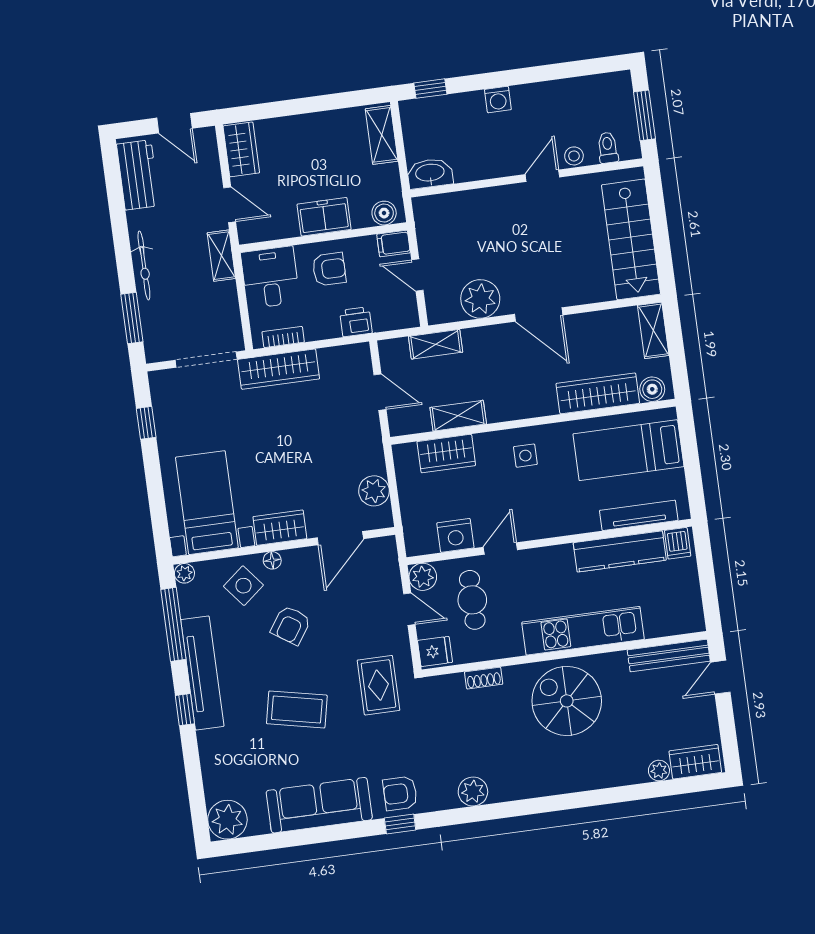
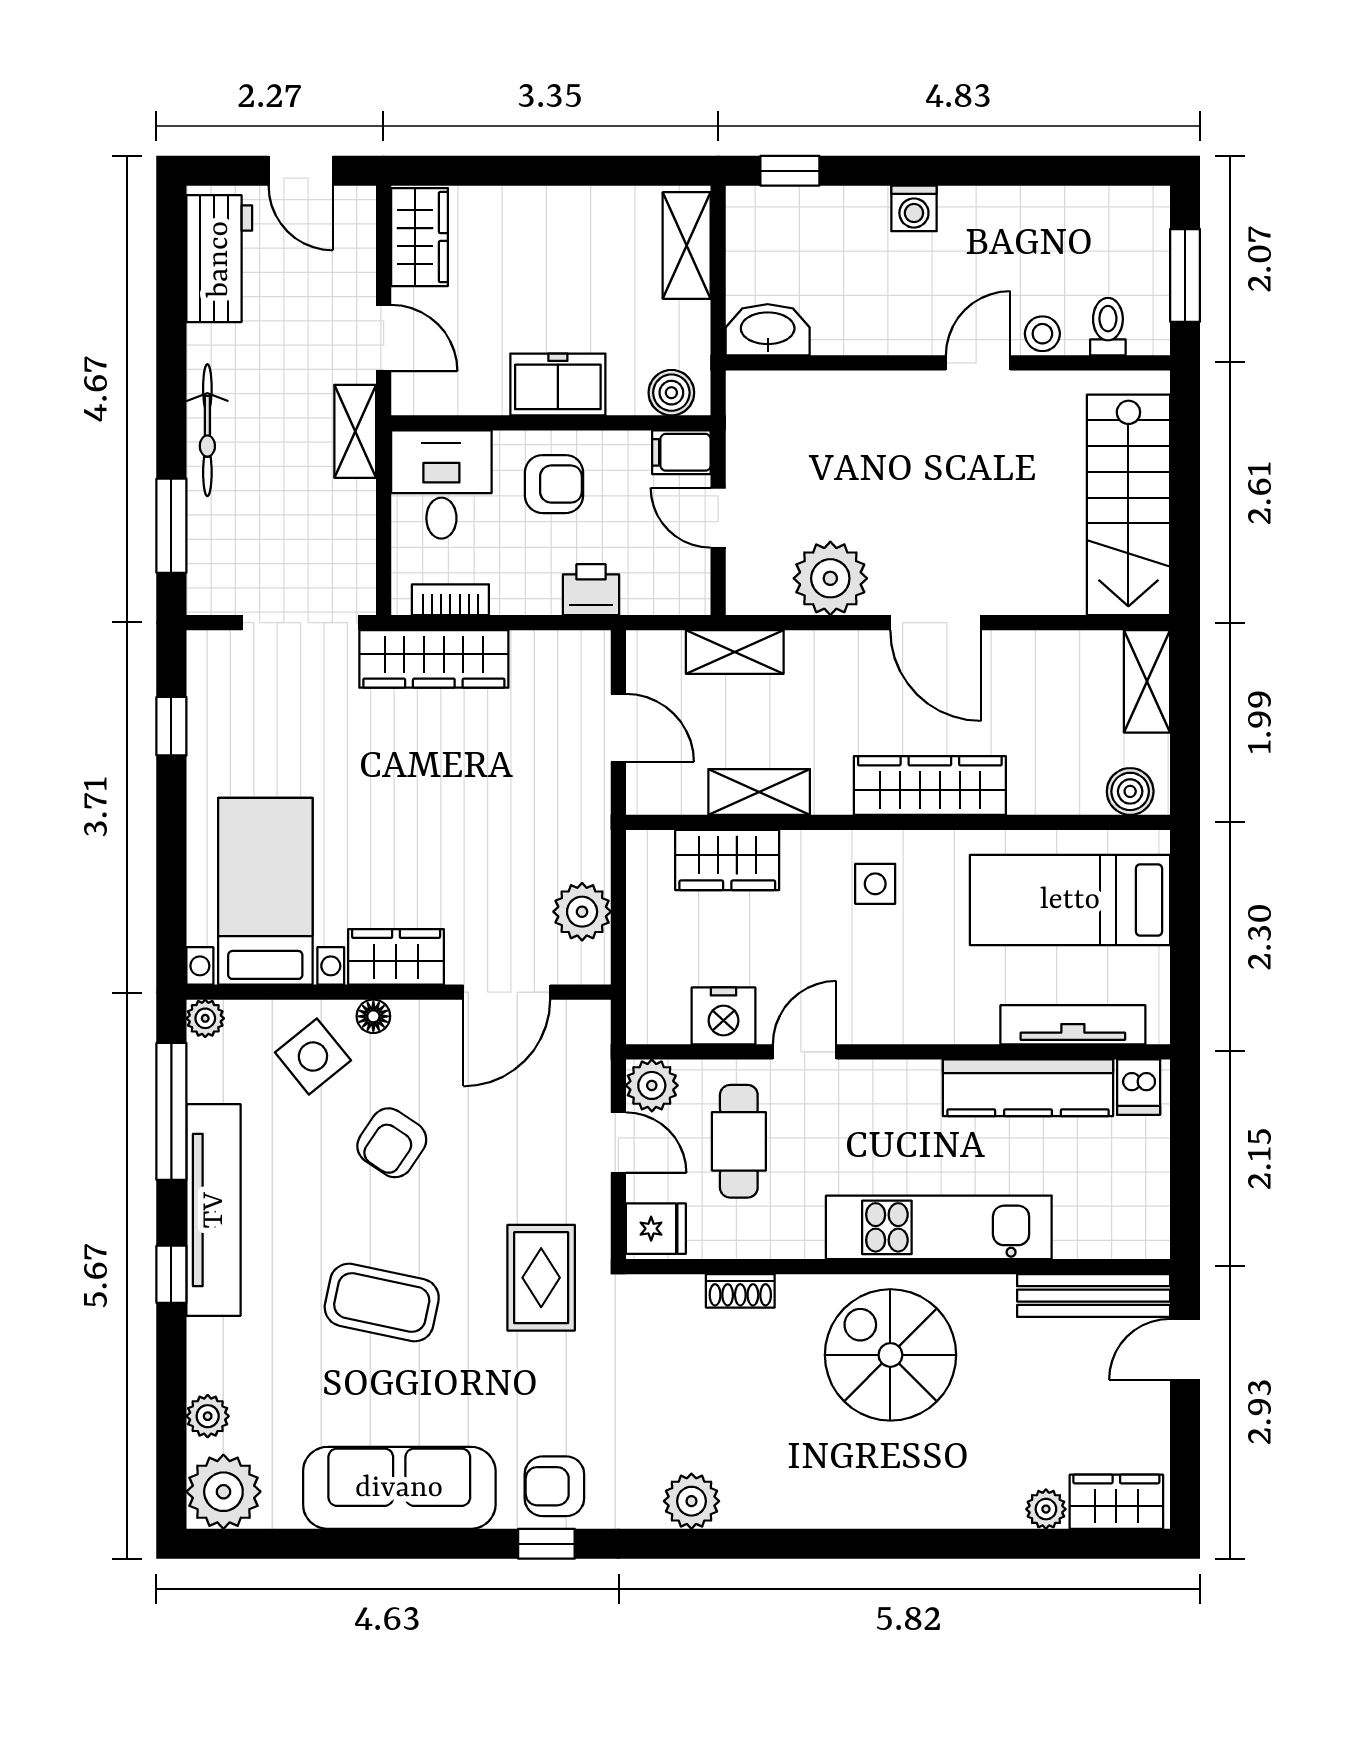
wardrobe: (598, 393) -> (930, 785), moved
plant: (214, 781) -> (208, 1416), added

